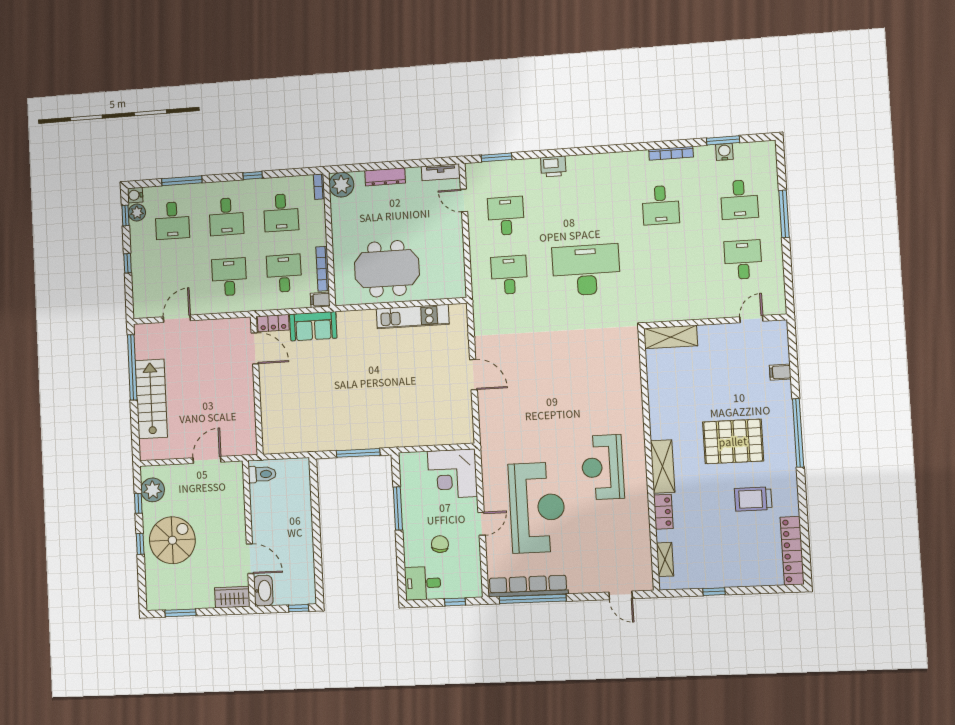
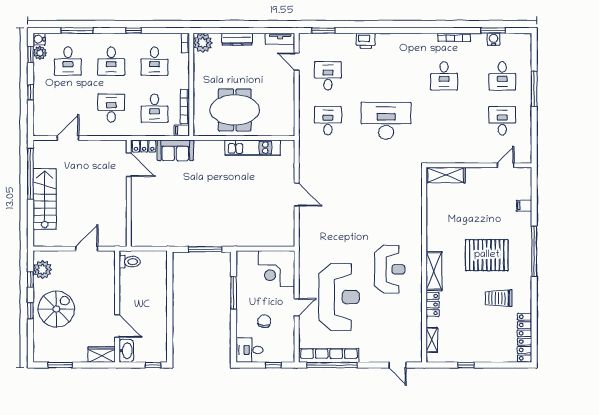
desk: (284, 273) -> (155, 108), turned 180
reception desk: (603, 467) -> (390, 269), turned 180

